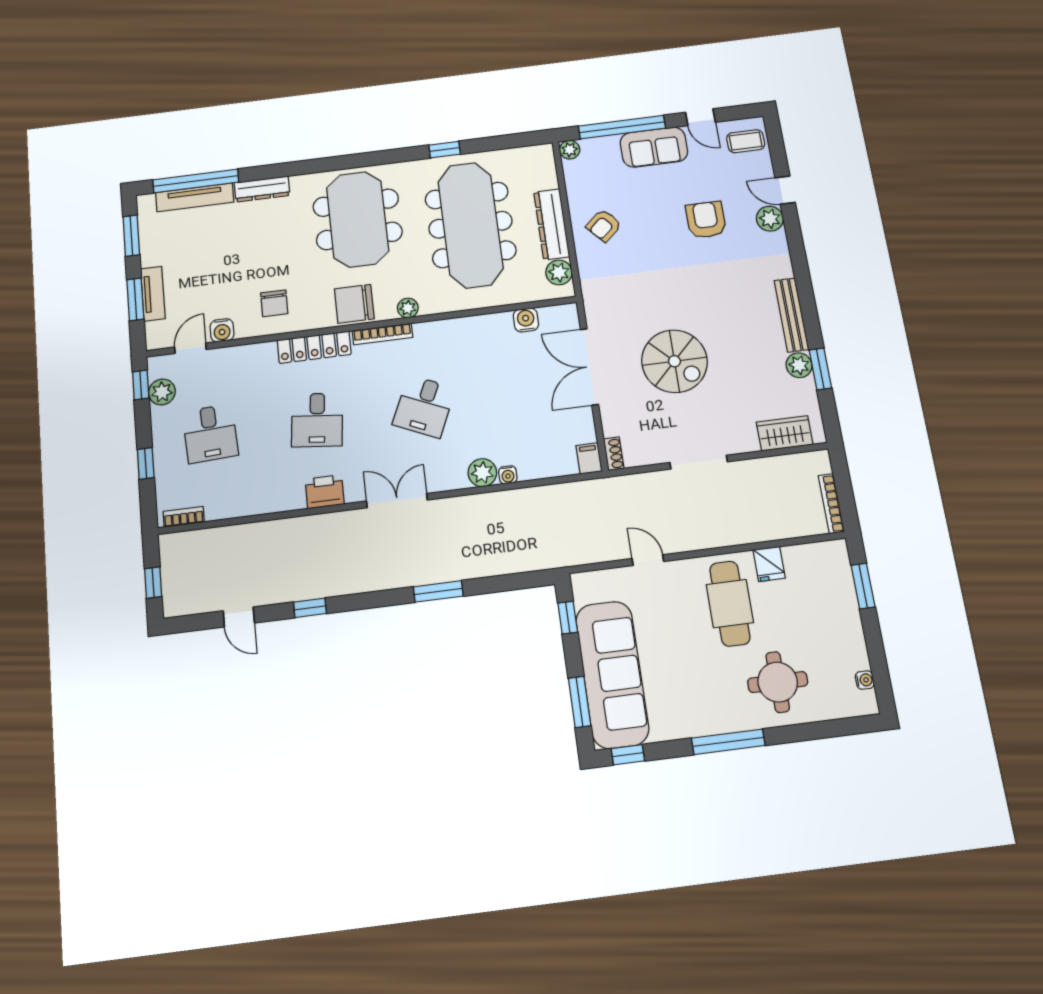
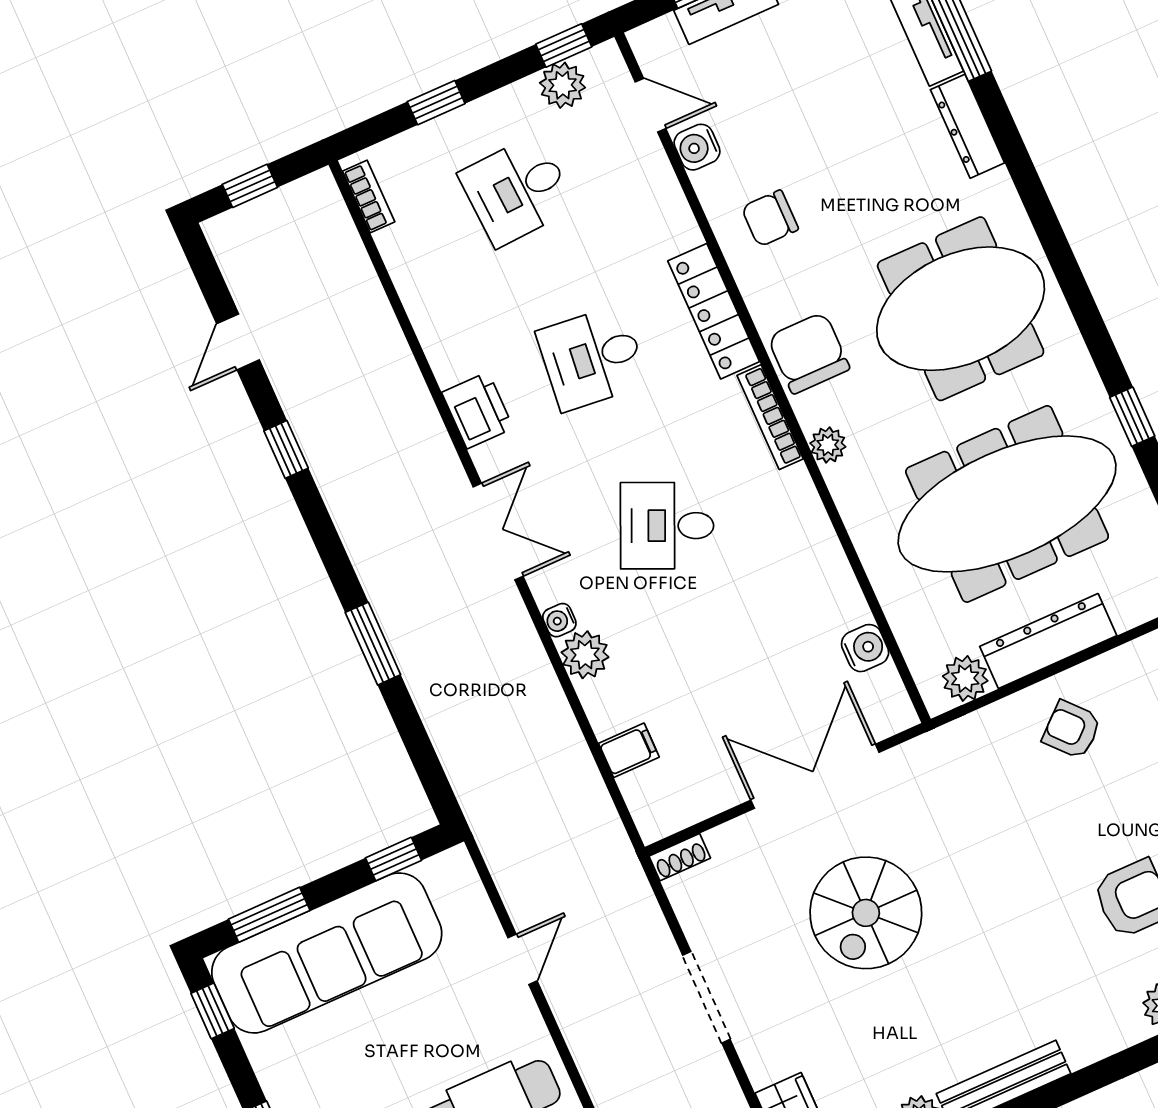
filing cabinet: (589, 458) -> (629, 750), moved
water cooler: (508, 475) -> (559, 620), moved

